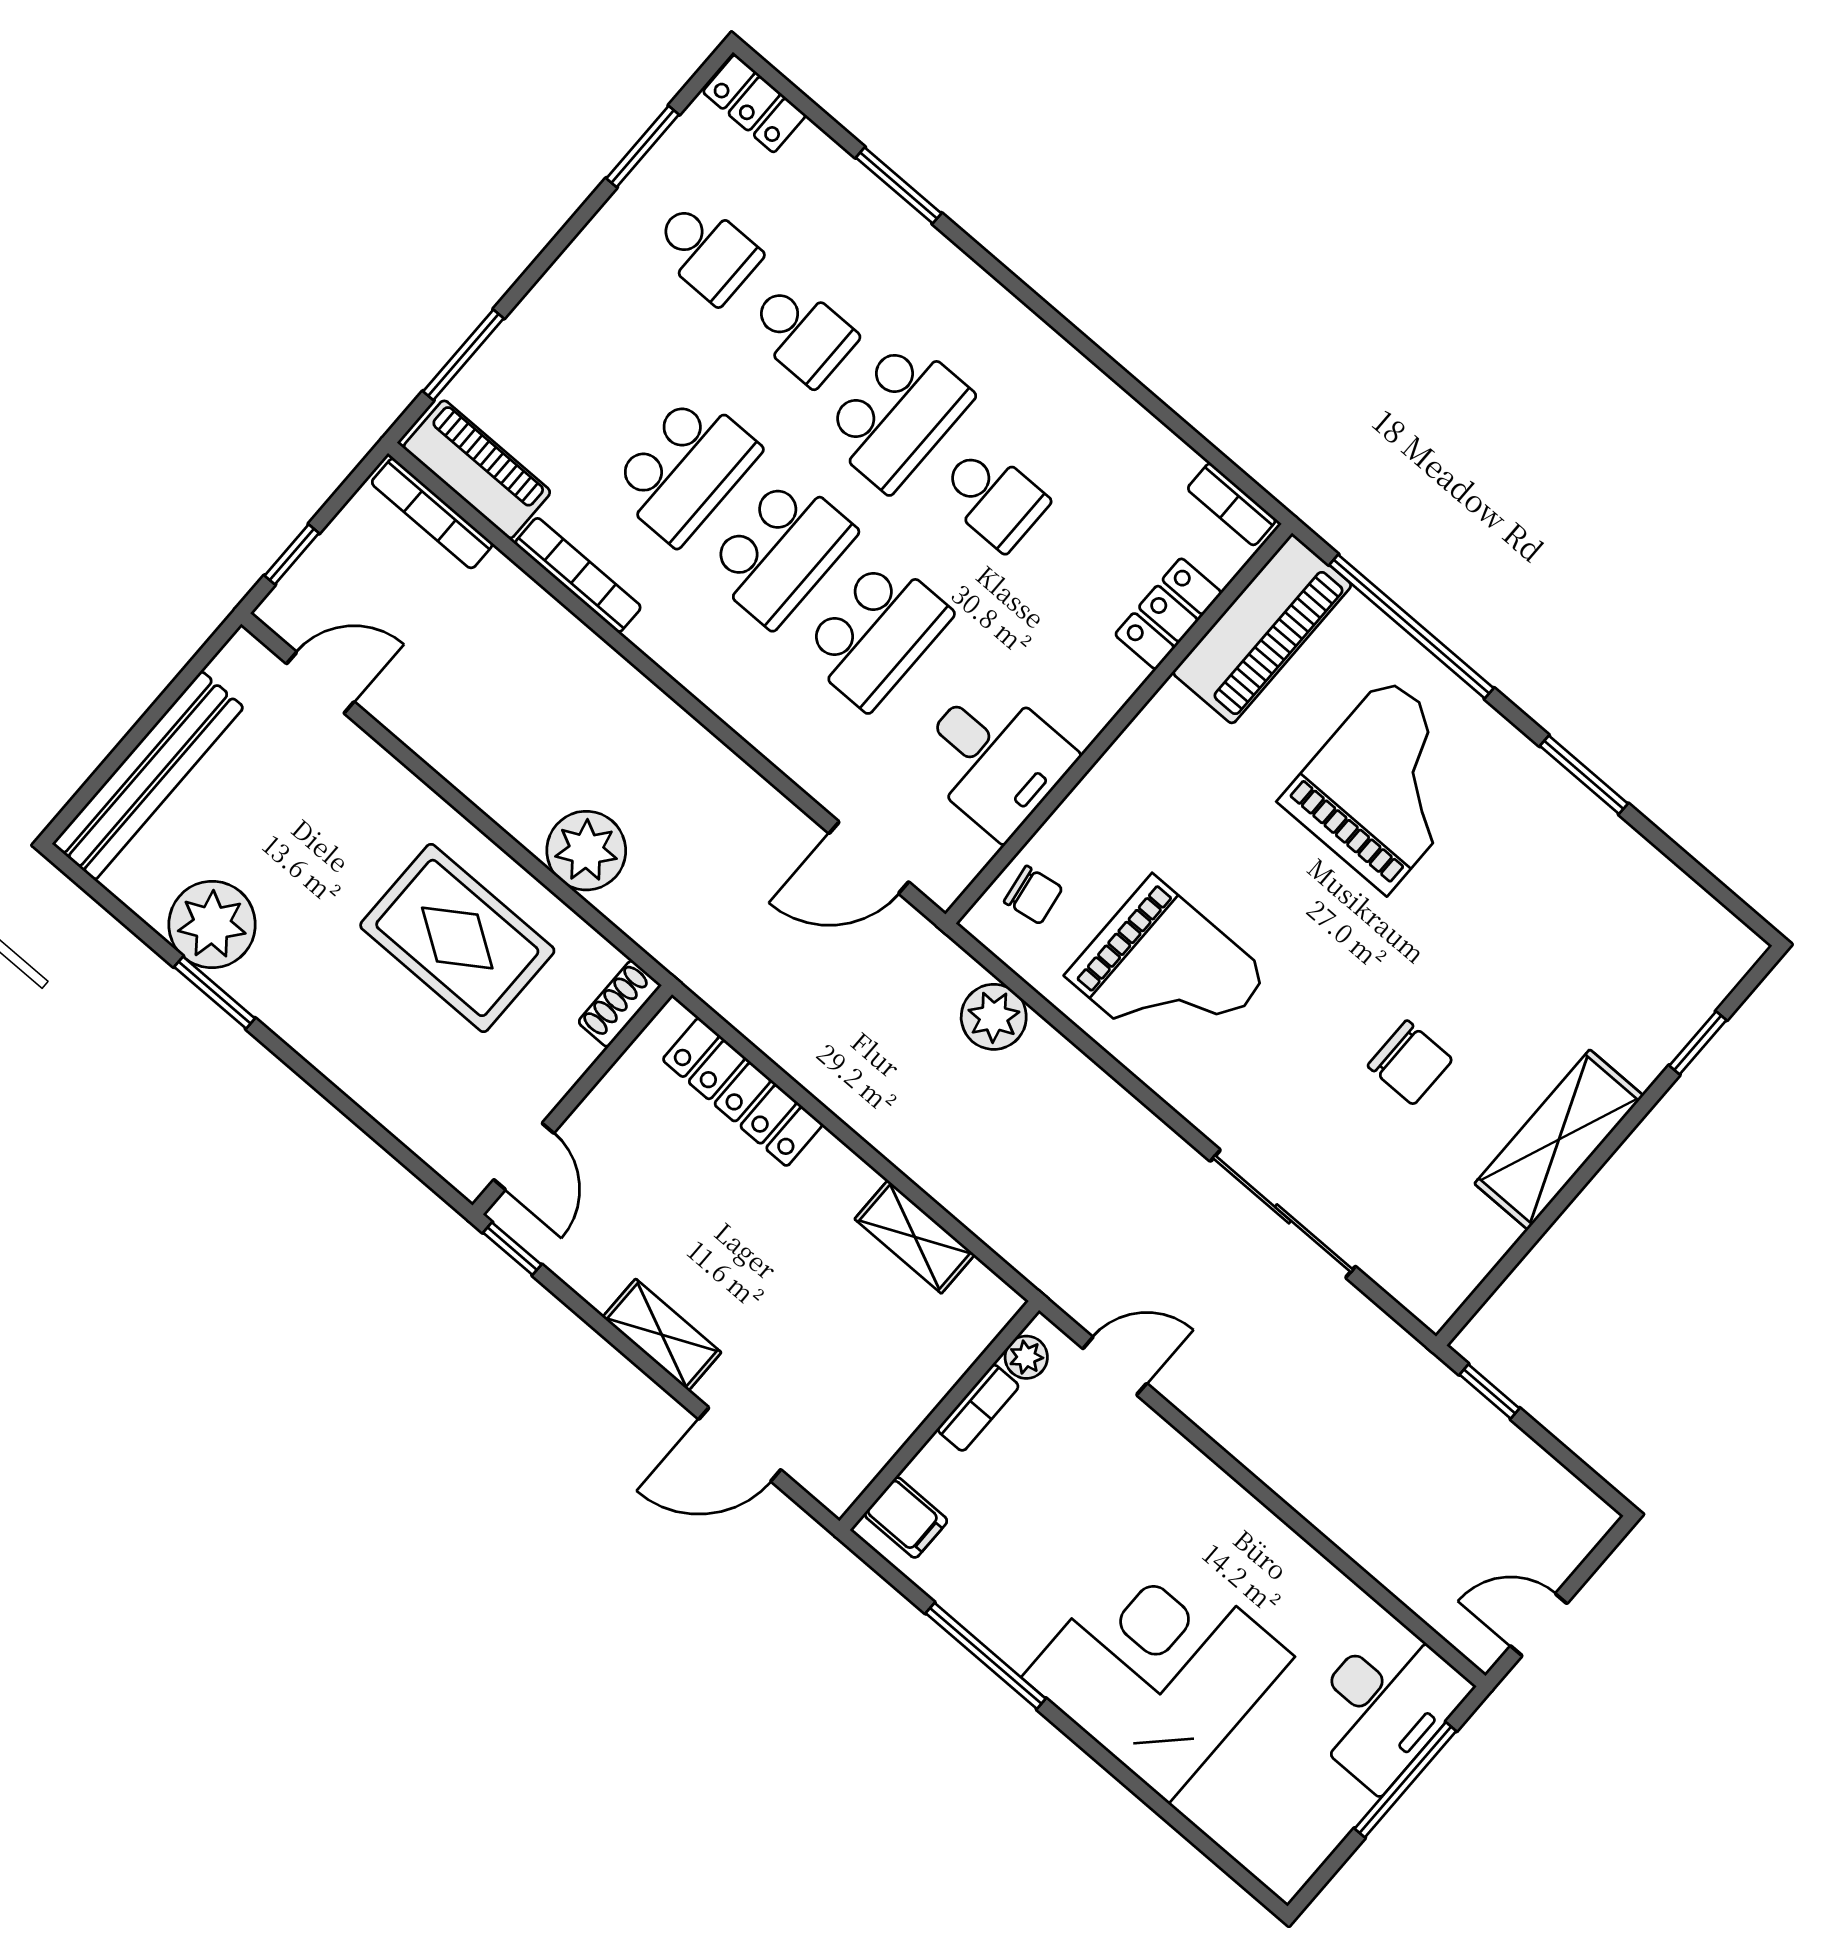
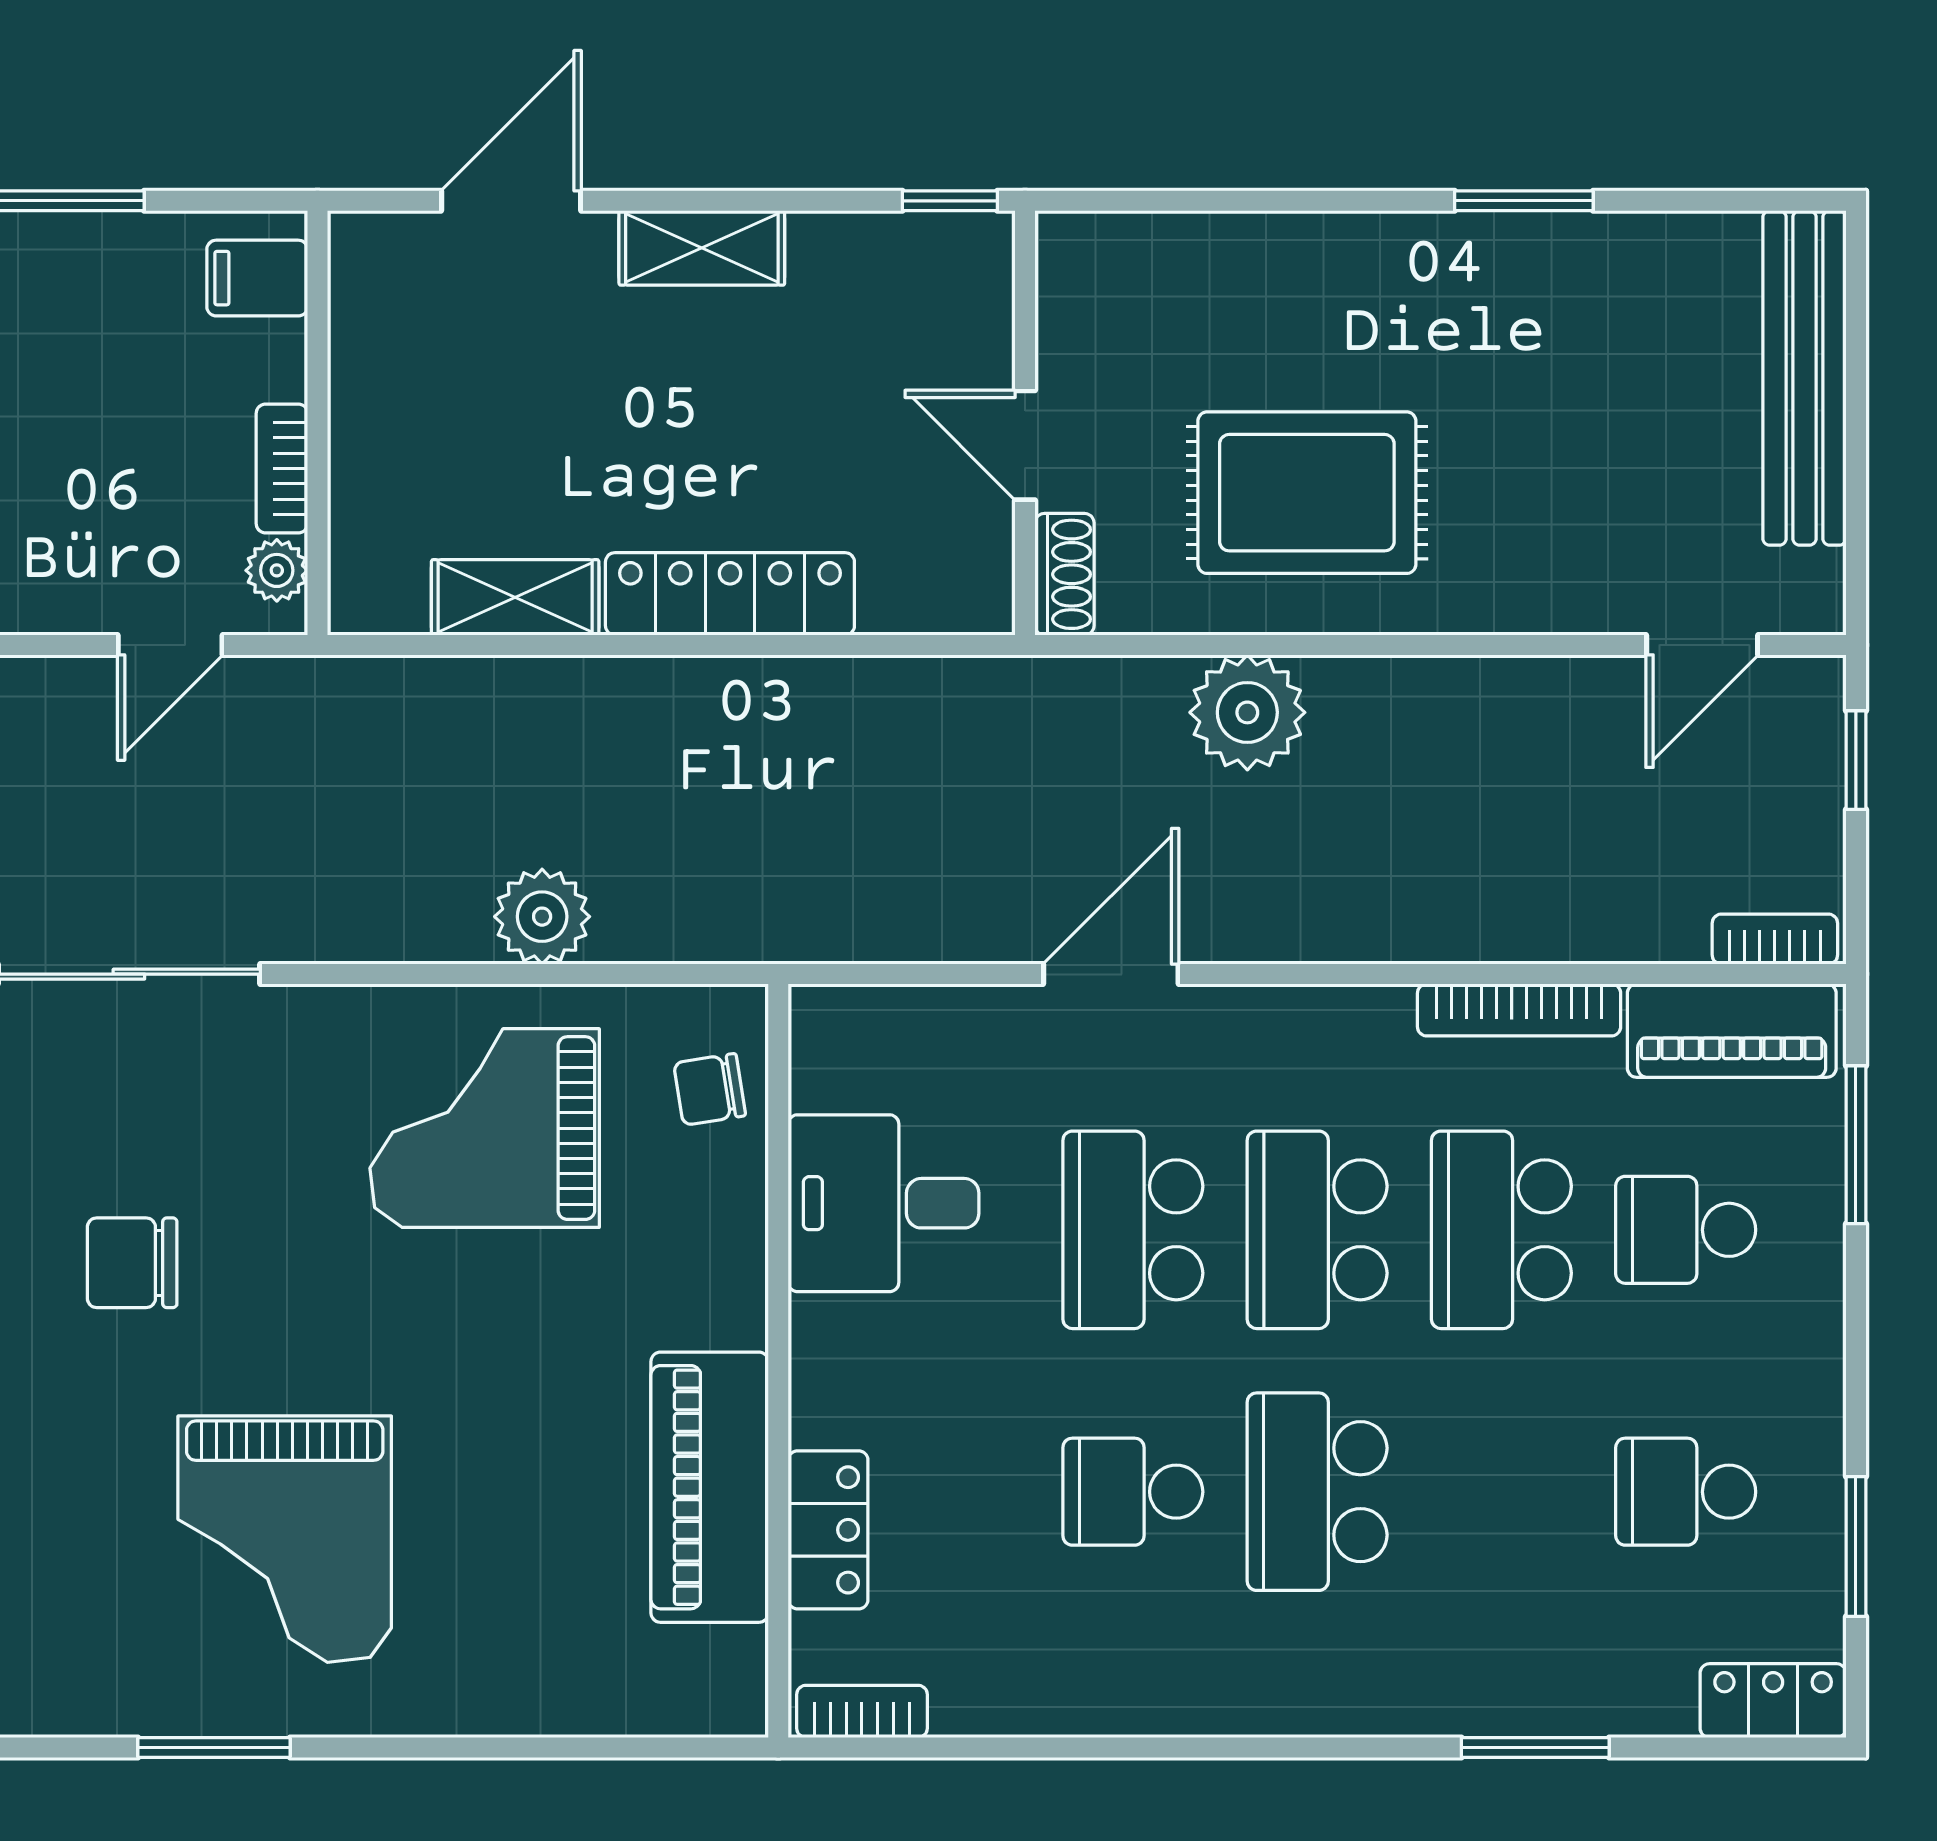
school desk: (802, 333) -> (1686, 1230), moved
bookcase: (432, 513) -> (1775, 939), width x0.64
window: (1411, 626) -> (546, 1747), removed
piano: (1262, 629) -> (710, 1487), moved
grand piano: (1386, 785) -> (285, 1539), moved
door: (869, 858) -> (1111, 974), moved
plant: (212, 924) -> (1592, 274), removed
plant: (994, 1017) -> (542, 917), moved
locker: (743, 1092) -> (730, 594), moved
door: (524, 1156) -> (1025, 445), moved

